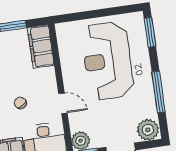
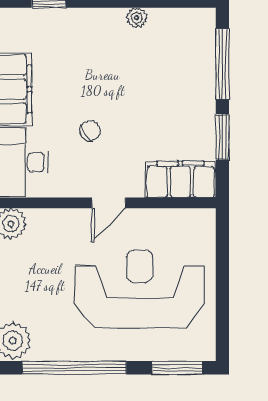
window: (159, 92) -> (74, 368), width x1.46
door: (63, 103) -> (109, 203), moved

